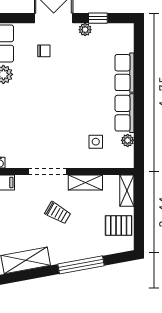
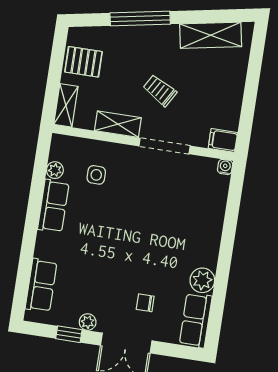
row of seats: (125, 73) -> (41, 285), moved

